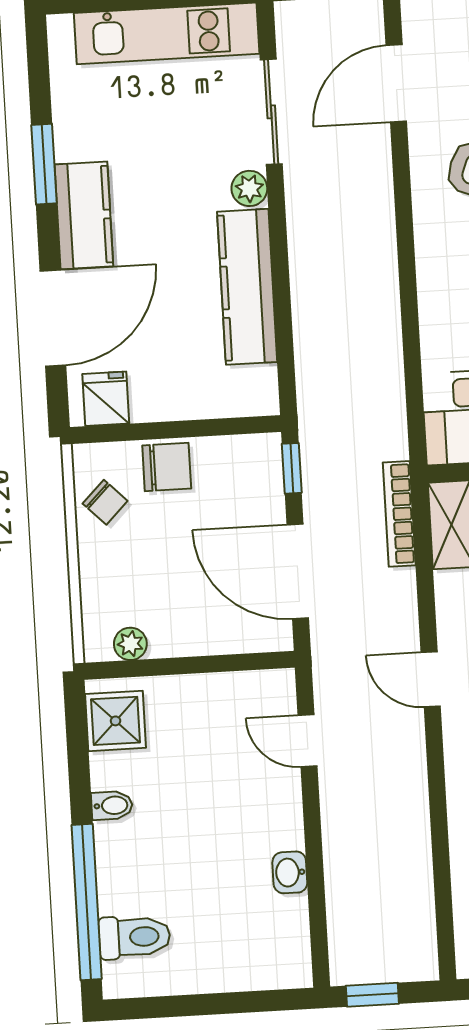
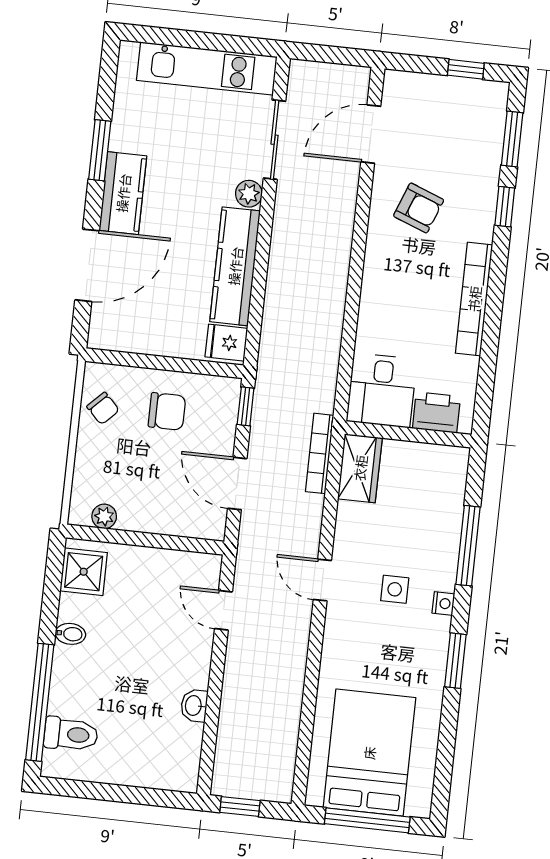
fridge: (106, 399) -> (226, 343), moved, turned -90
chair: (167, 467) -> (167, 411), moved
door: (298, 571) -> (237, 484), width x0.73

